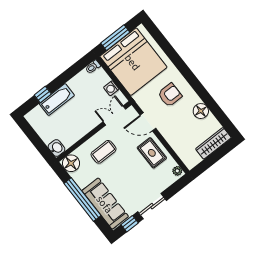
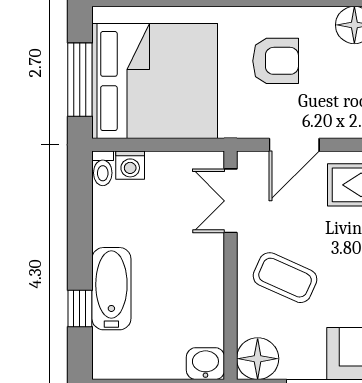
washing machine: (111, 88) -> (130, 165), moved
armchair: (170, 95) -> (276, 61), turned 90
coffee table: (104, 152) -> (285, 278), turned -66

